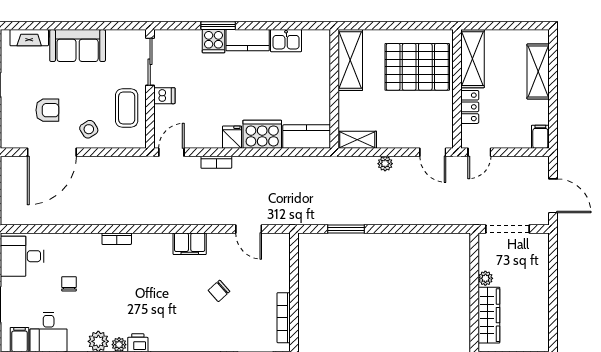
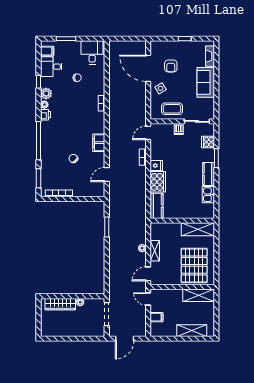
cooker: (214, 41) -> (208, 142), moved
locker: (470, 107) -> (173, 294), removed
filing cabinet: (540, 137) -> (156, 317), moved
shelving: (357, 140) -> (155, 251), moved
door: (171, 152) -> (148, 133), swing flipped

